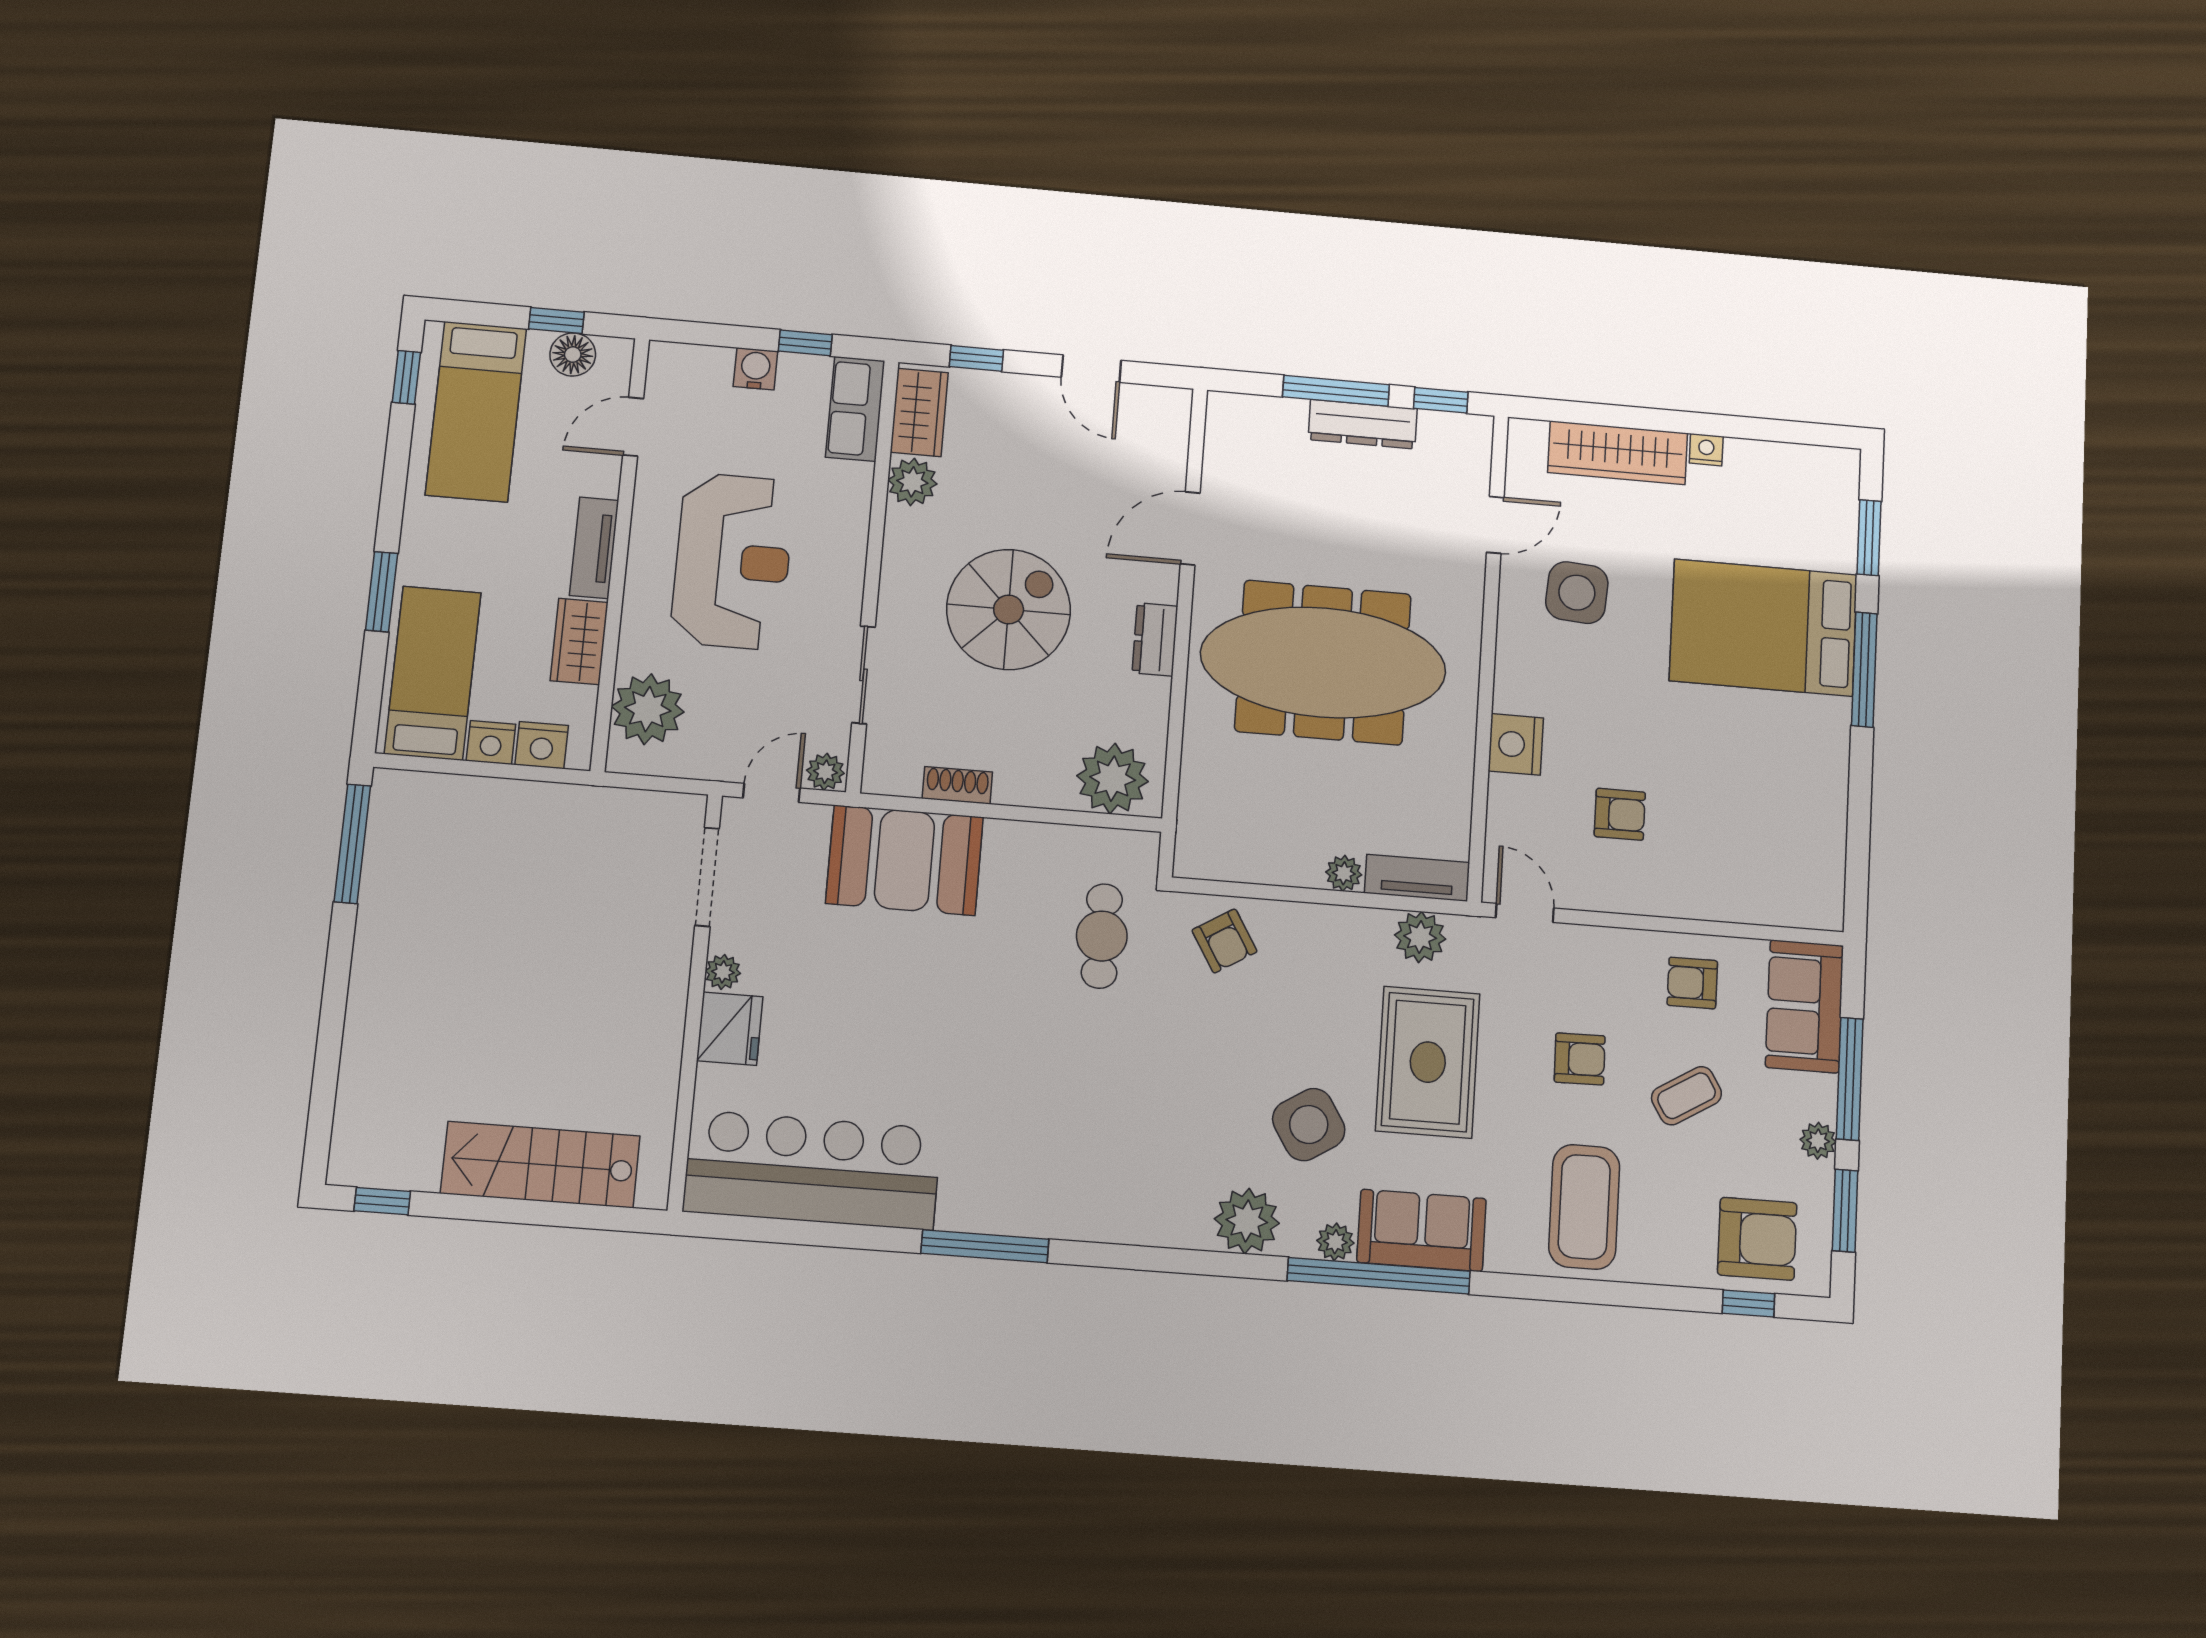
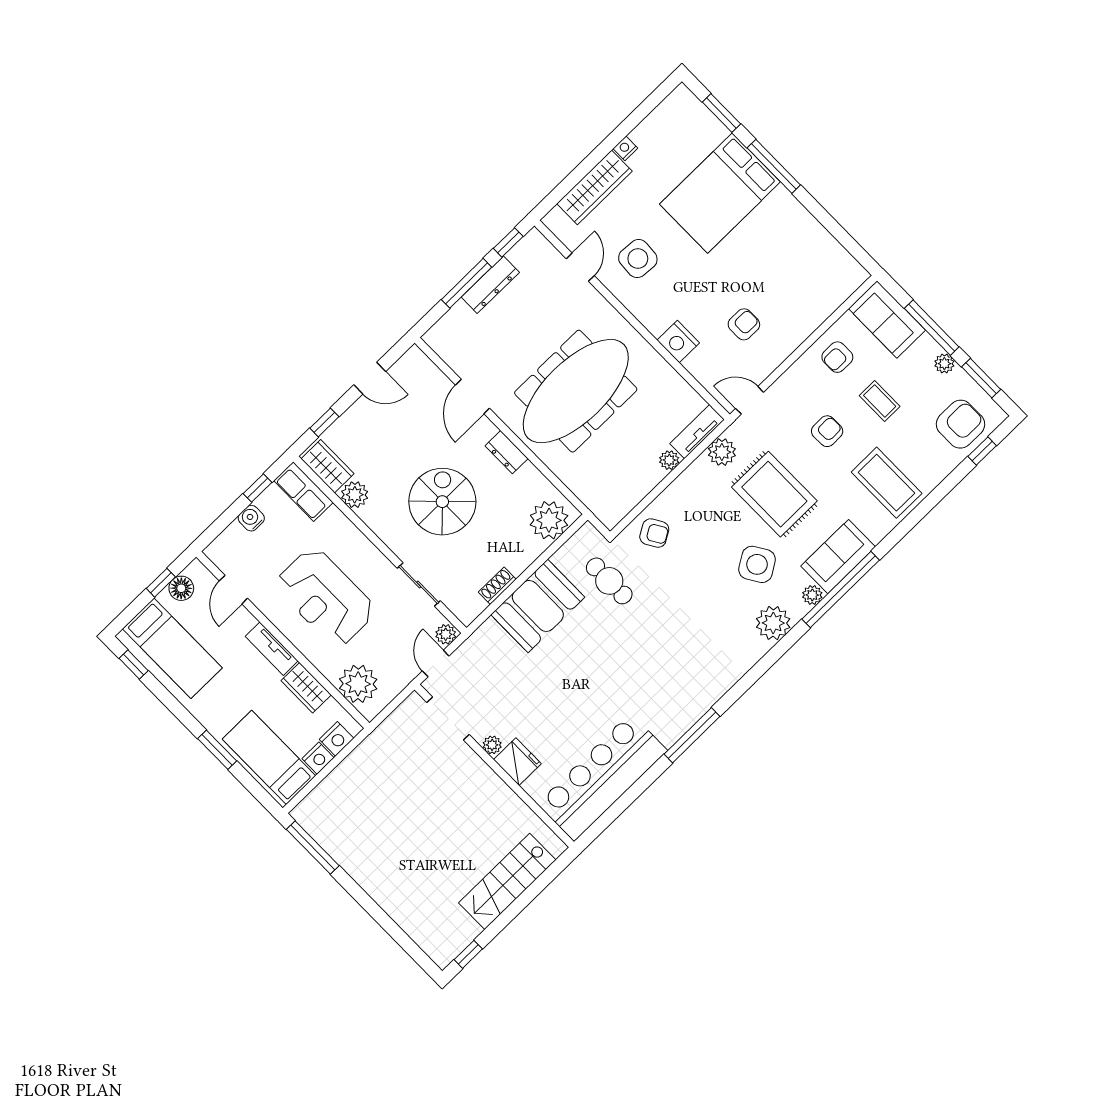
reception desk: (733, 561) -> (325, 597), turned 180
booth: (904, 860) -> (538, 606), moved
coffee table: (1687, 1096) -> (880, 401), turned -59

